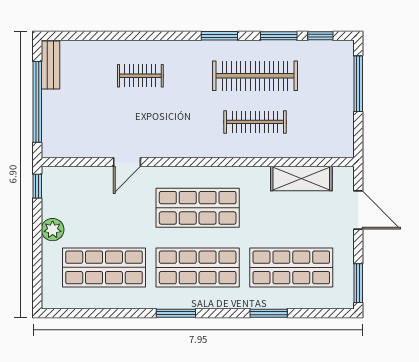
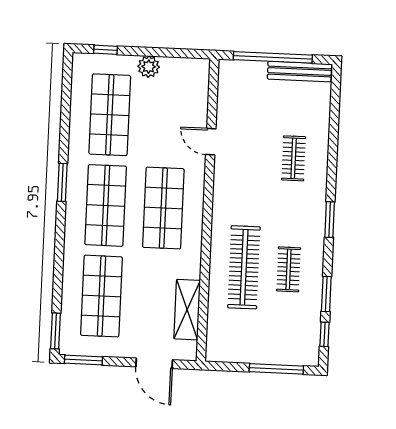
window: (219, 36) -> (330, 220), moved
bench: (51, 65) -> (299, 72), width x1.36
clothes rail: (255, 76) -> (289, 269), width x0.54, depth x0.76
clothes rail: (255, 122) -> (244, 267), width x1.37, depth x1.31
window: (37, 186) -> (105, 50), moved
door: (358, 210) -> (154, 363), hinge flipped
window: (269, 313) -> (56, 331), moved

